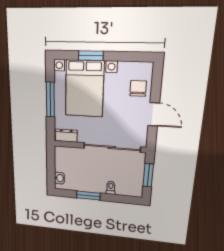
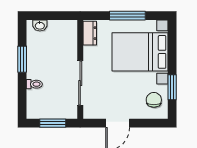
window: (91, 56) -> (172, 87), moved
chair: (138, 88) -> (154, 100), moved, turned -90
sliding door: (112, 147) -> (80, 83), width x0.73

